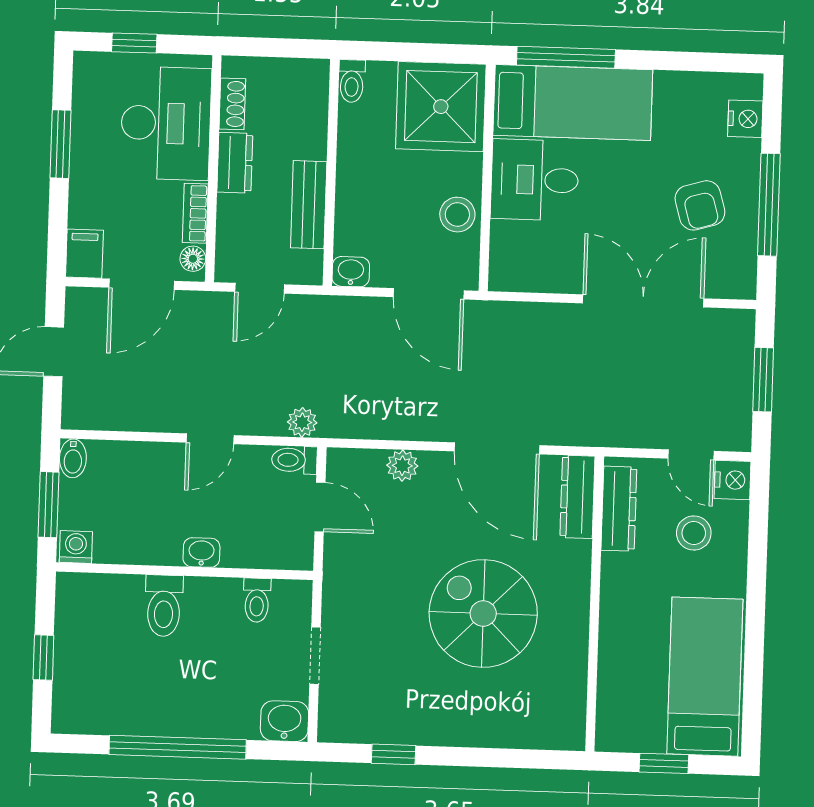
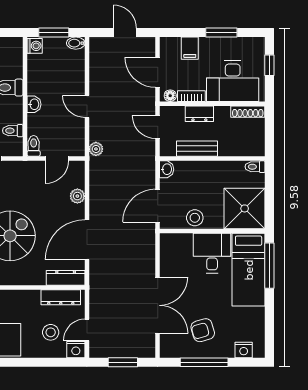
shoe rack: (232, 104) -> (248, 112), width x1.43
dresser: (235, 163) -> (199, 114), moved
filing cabinet: (84, 254) -> (190, 48), moved, turned 90
toilet: (294, 460) -> (34, 146), moved

